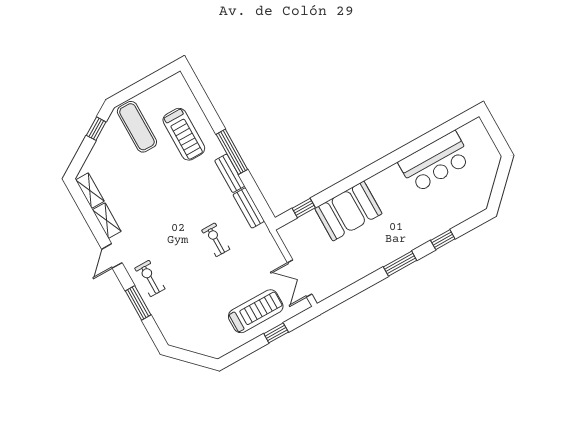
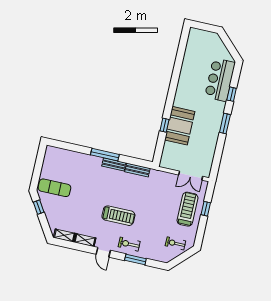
treadmill: (184, 134) -> (118, 216), moved
bar counter: (435, 162) -> (220, 80), moved, turned 180
window: (304, 208) -> (164, 125), moved
exercise bike: (216, 240) -> (175, 243), moved

